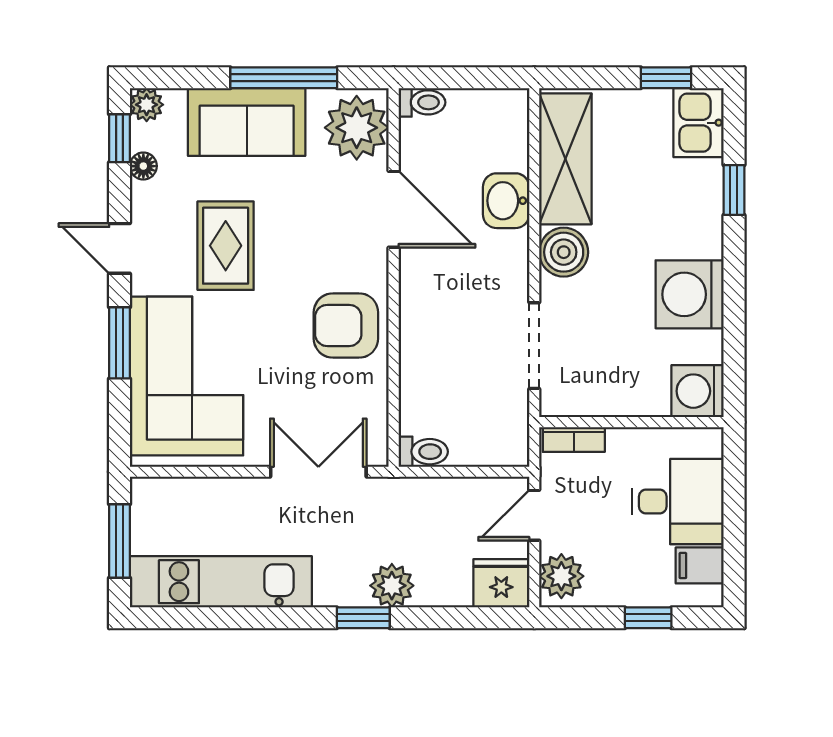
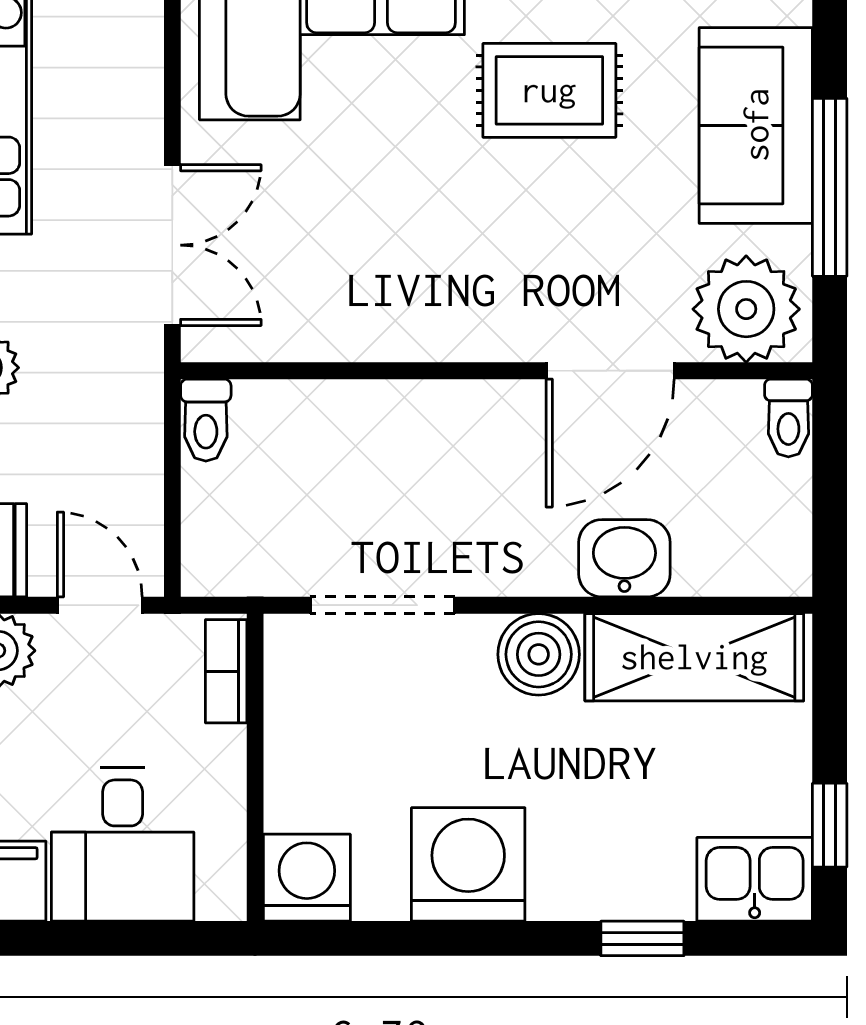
armchair: (346, 325) -> (416, 291), removed

